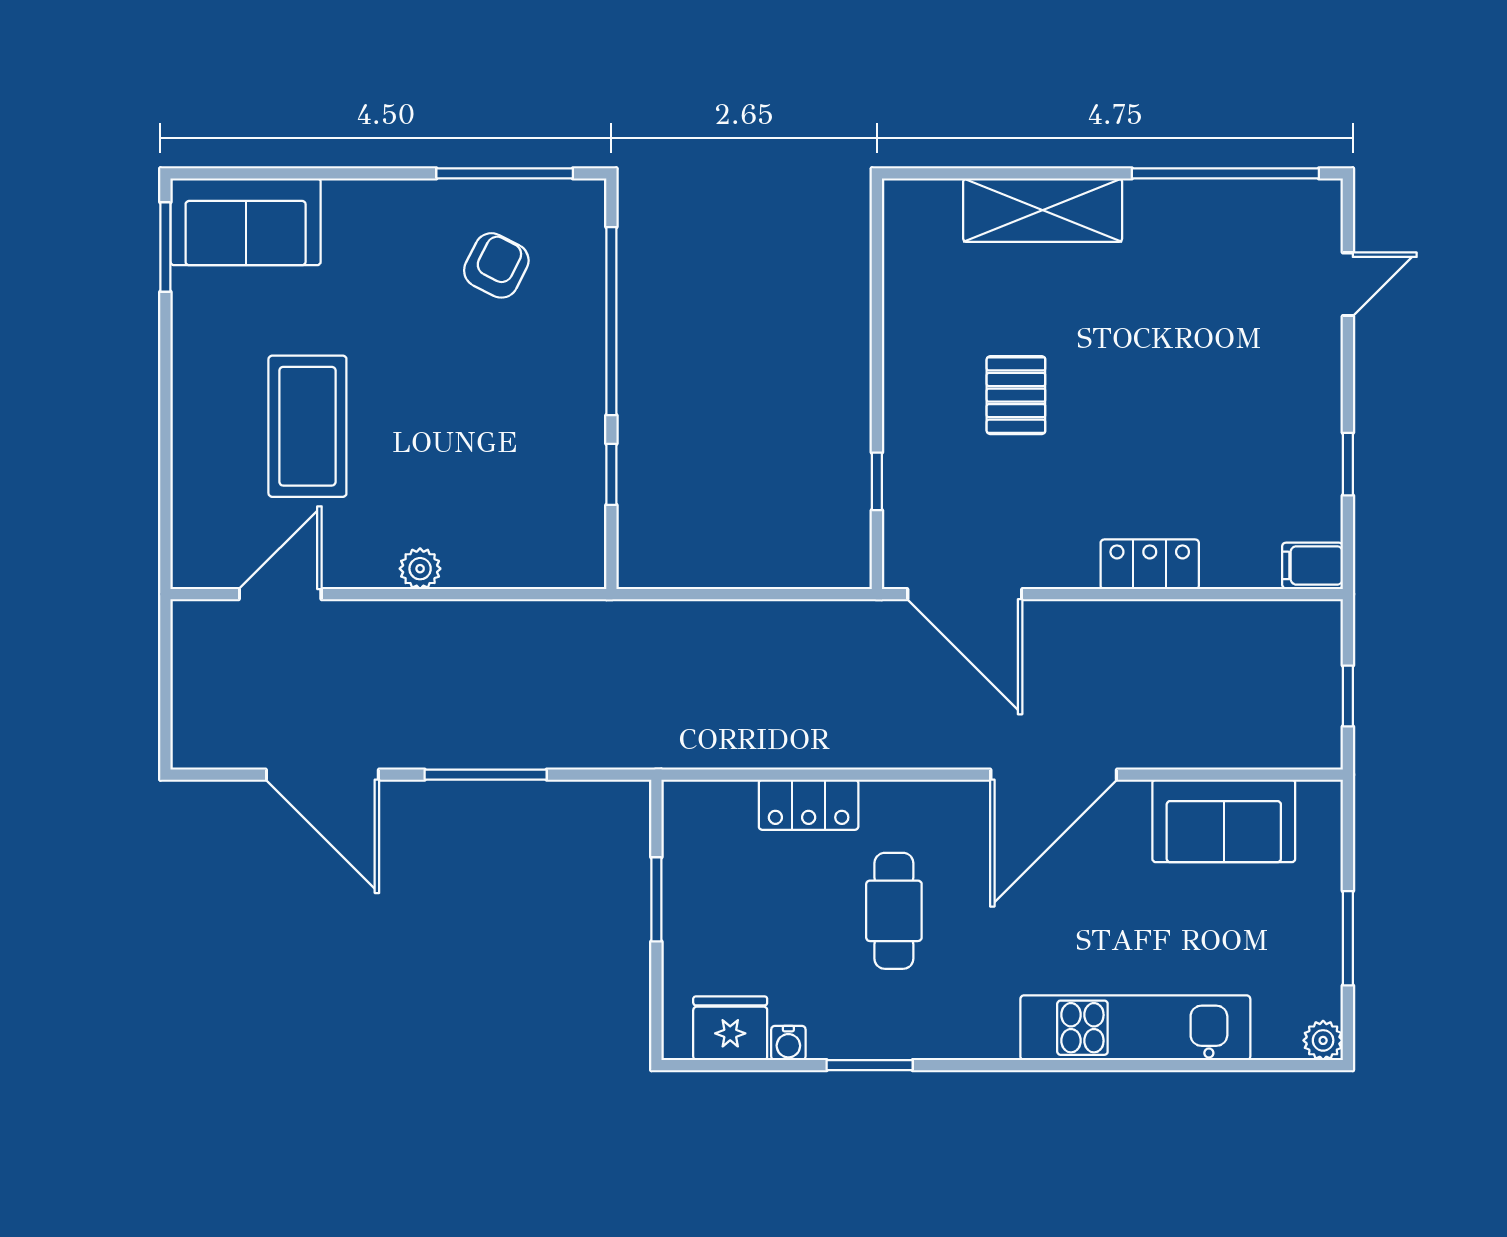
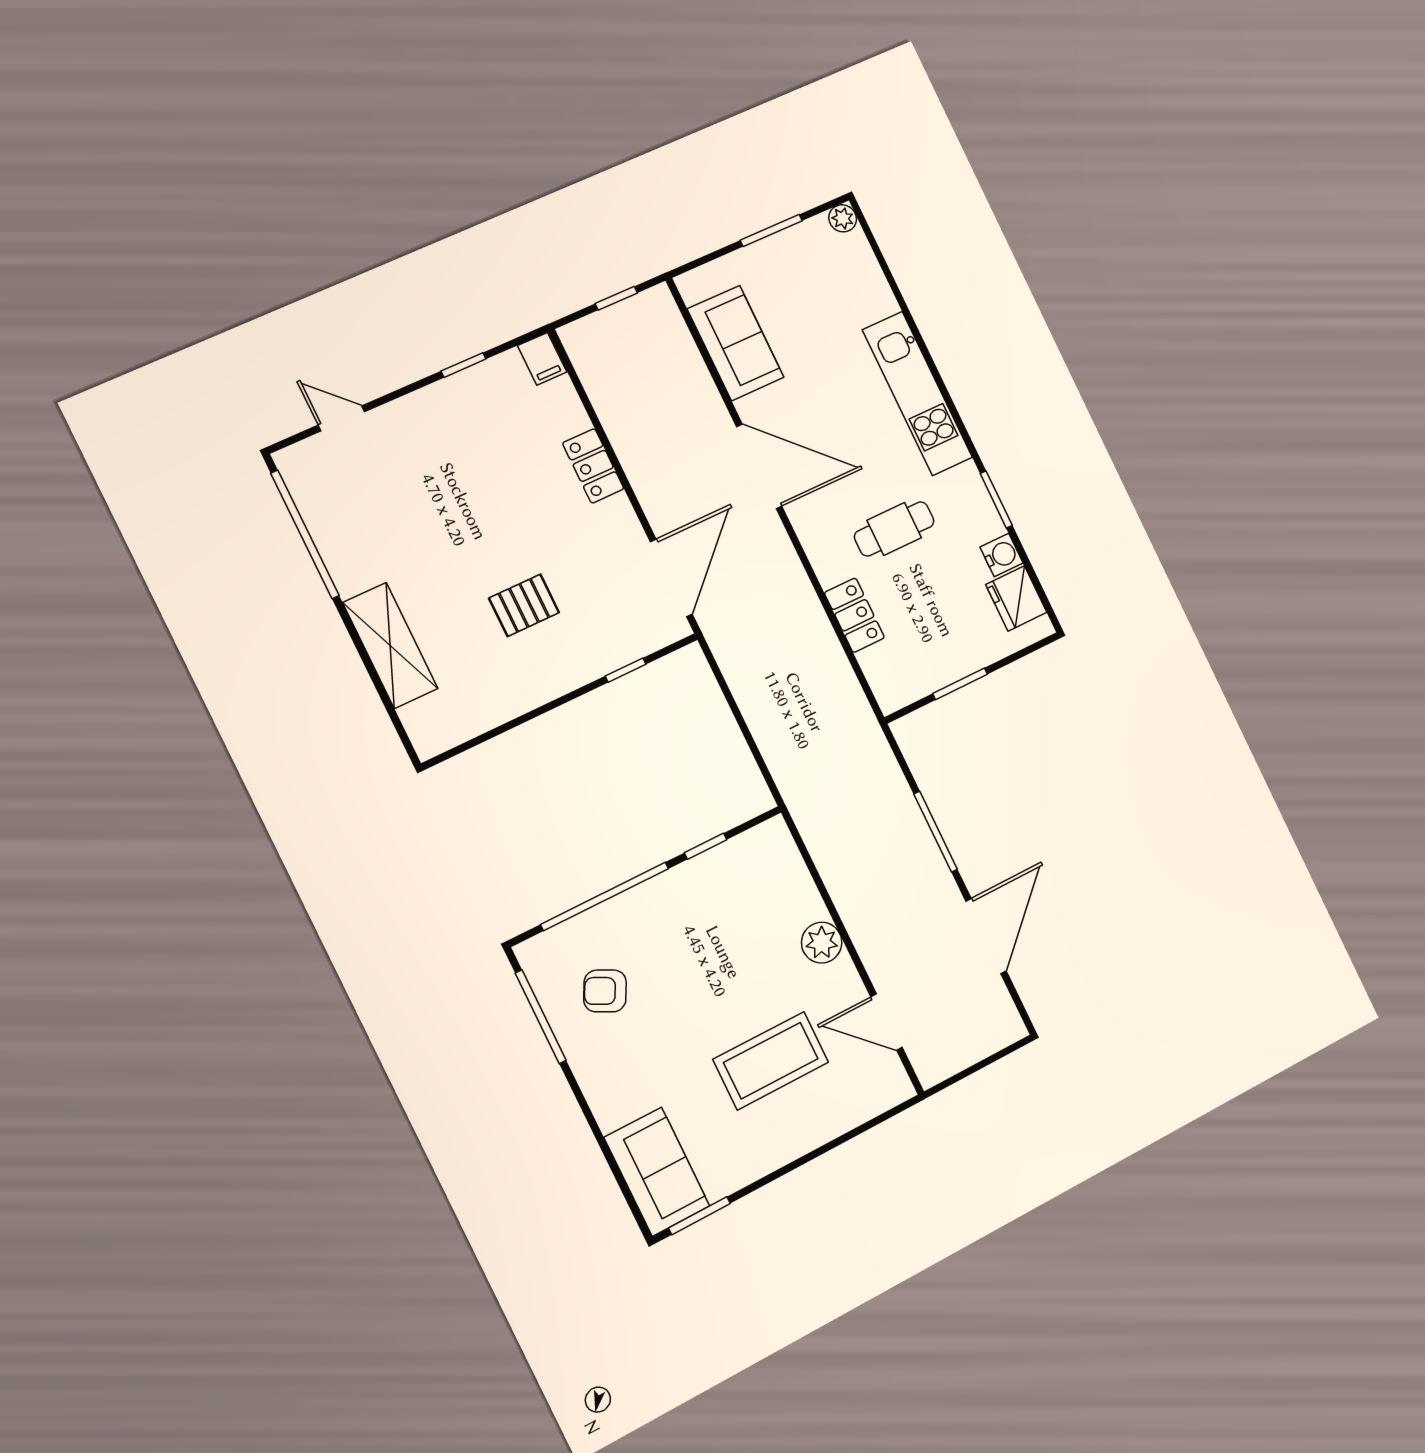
plant: (420, 569) -> (822, 943), width x1.38, depth x1.38
kitchen unit: (1135, 1028) -> (917, 394), moved
water cooler: (788, 1043) -> (1002, 555), width x1.38, depth x1.38

